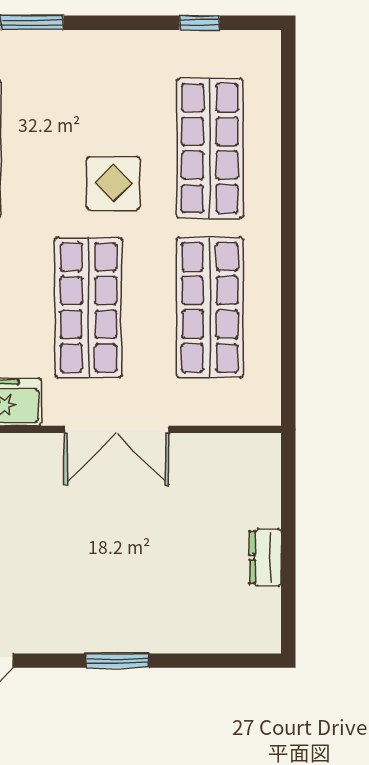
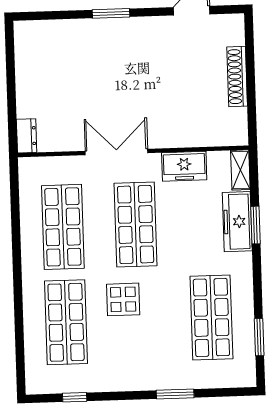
dresser: (265, 557) -> (27, 136), moved

